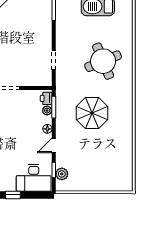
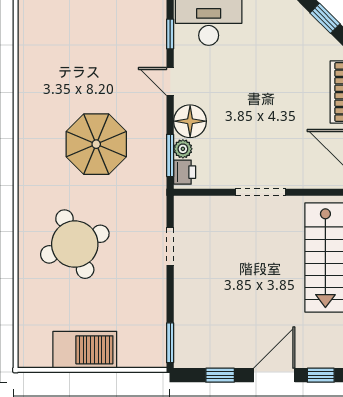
floor lamp: (47, 129) -> (190, 121), width x1.89, depth x1.89
door: (54, 145) -> (170, 81), swing flipped
plant: (62, 174) -> (154, 27), removed

